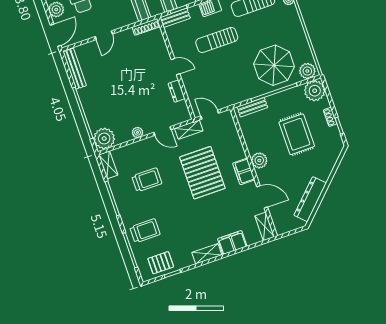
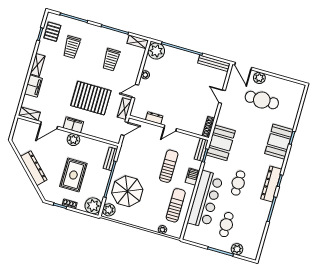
rug: (297, 134) -> (73, 175), turned 90
dresser: (310, 199) -> (34, 168), moved
trolley: (145, 231) -> (72, 47), moved

